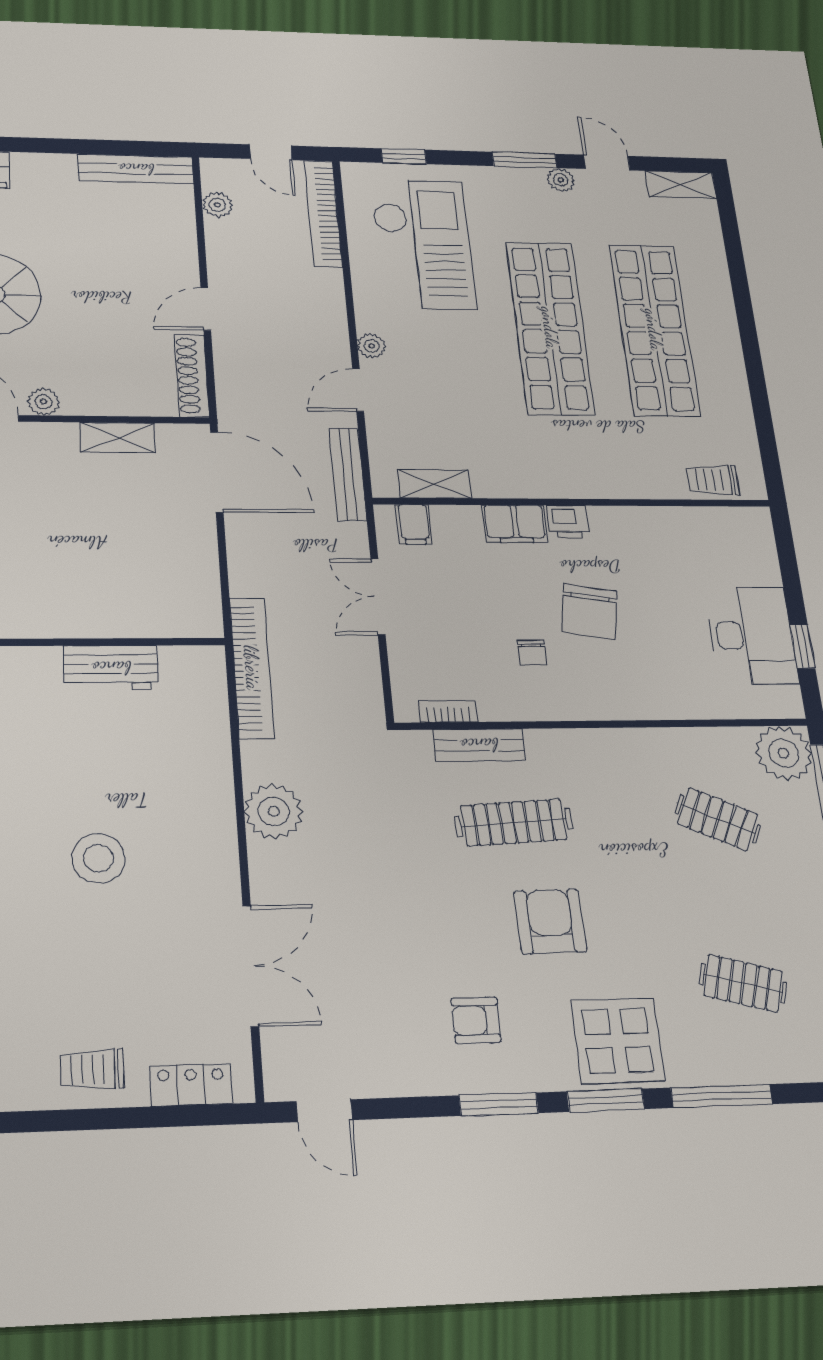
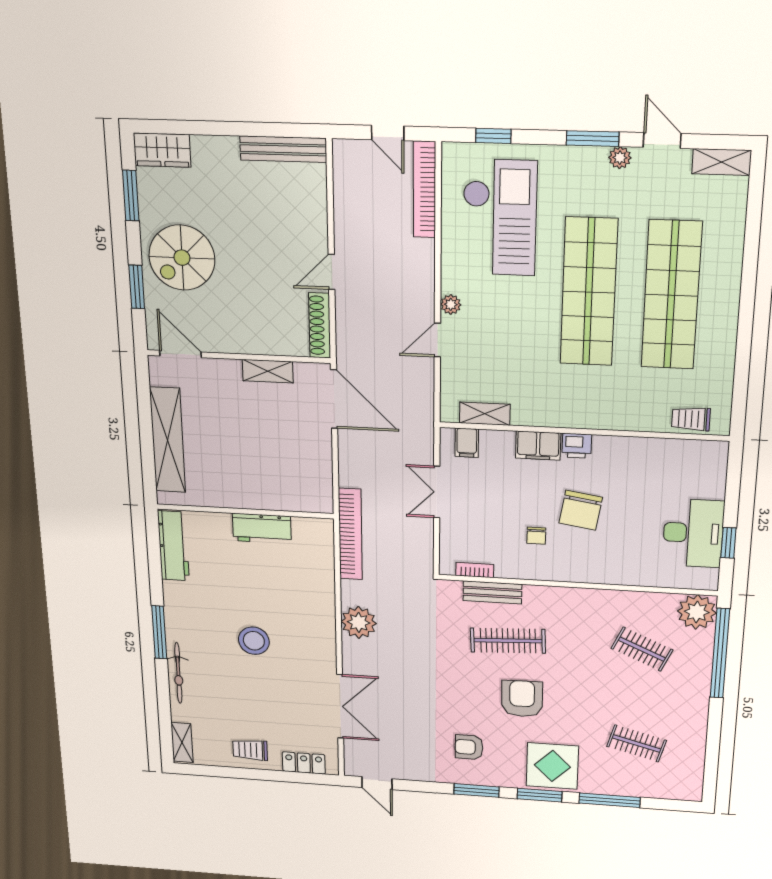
plant: (217, 205) -> (344, 182), removed
plant: (44, 402) -> (218, 343), removed
bench: (348, 474) -> (424, 404), removed

